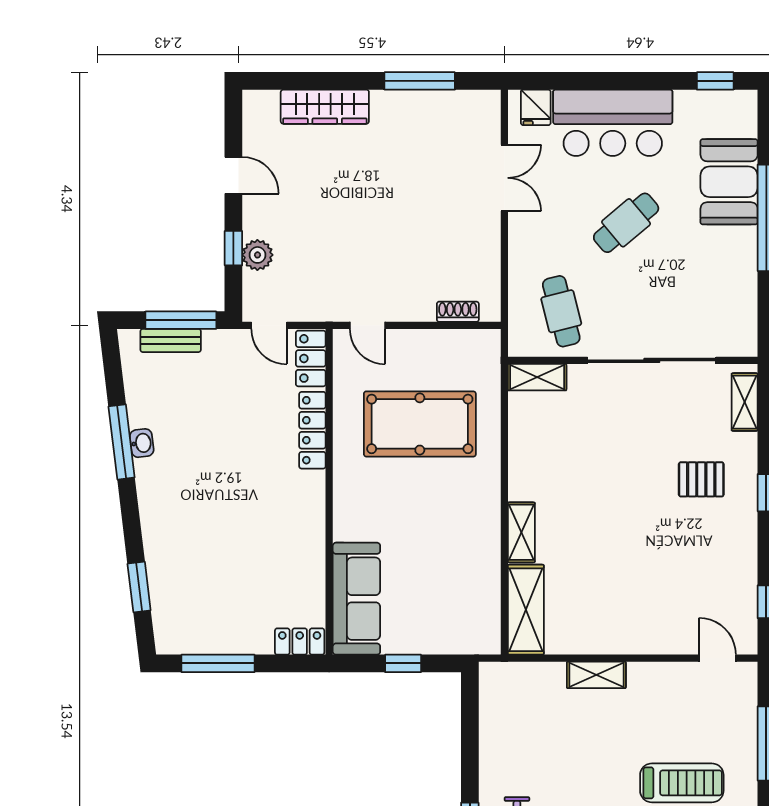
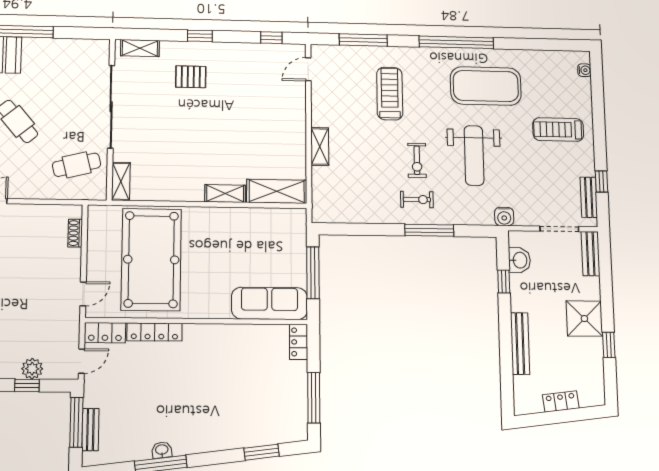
pool table: (420, 424) -> (151, 260), width x1.36, depth x1.32
pallet: (701, 479) -> (191, 77), turned 90
window: (403, 663) -> (313, 273), width x2.17

